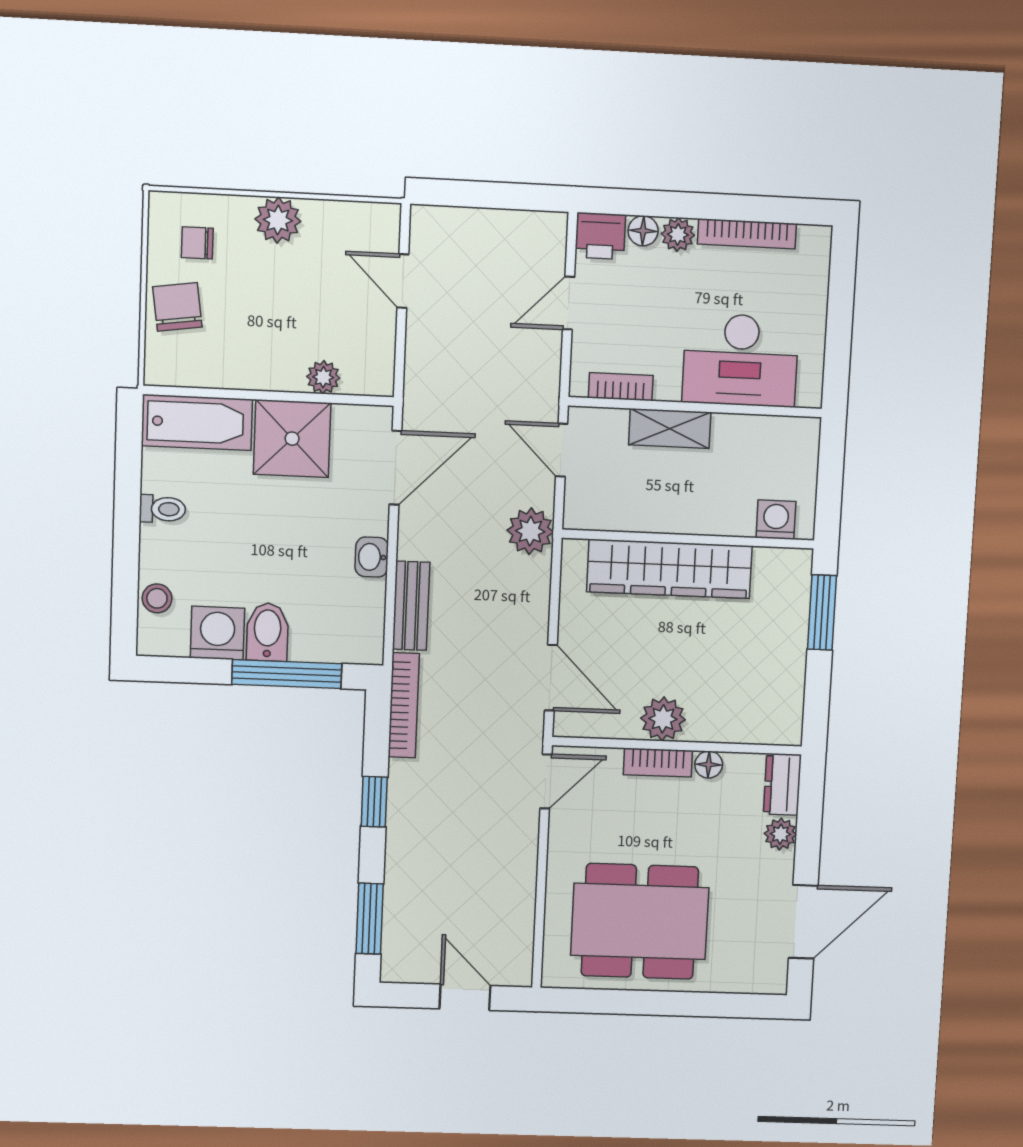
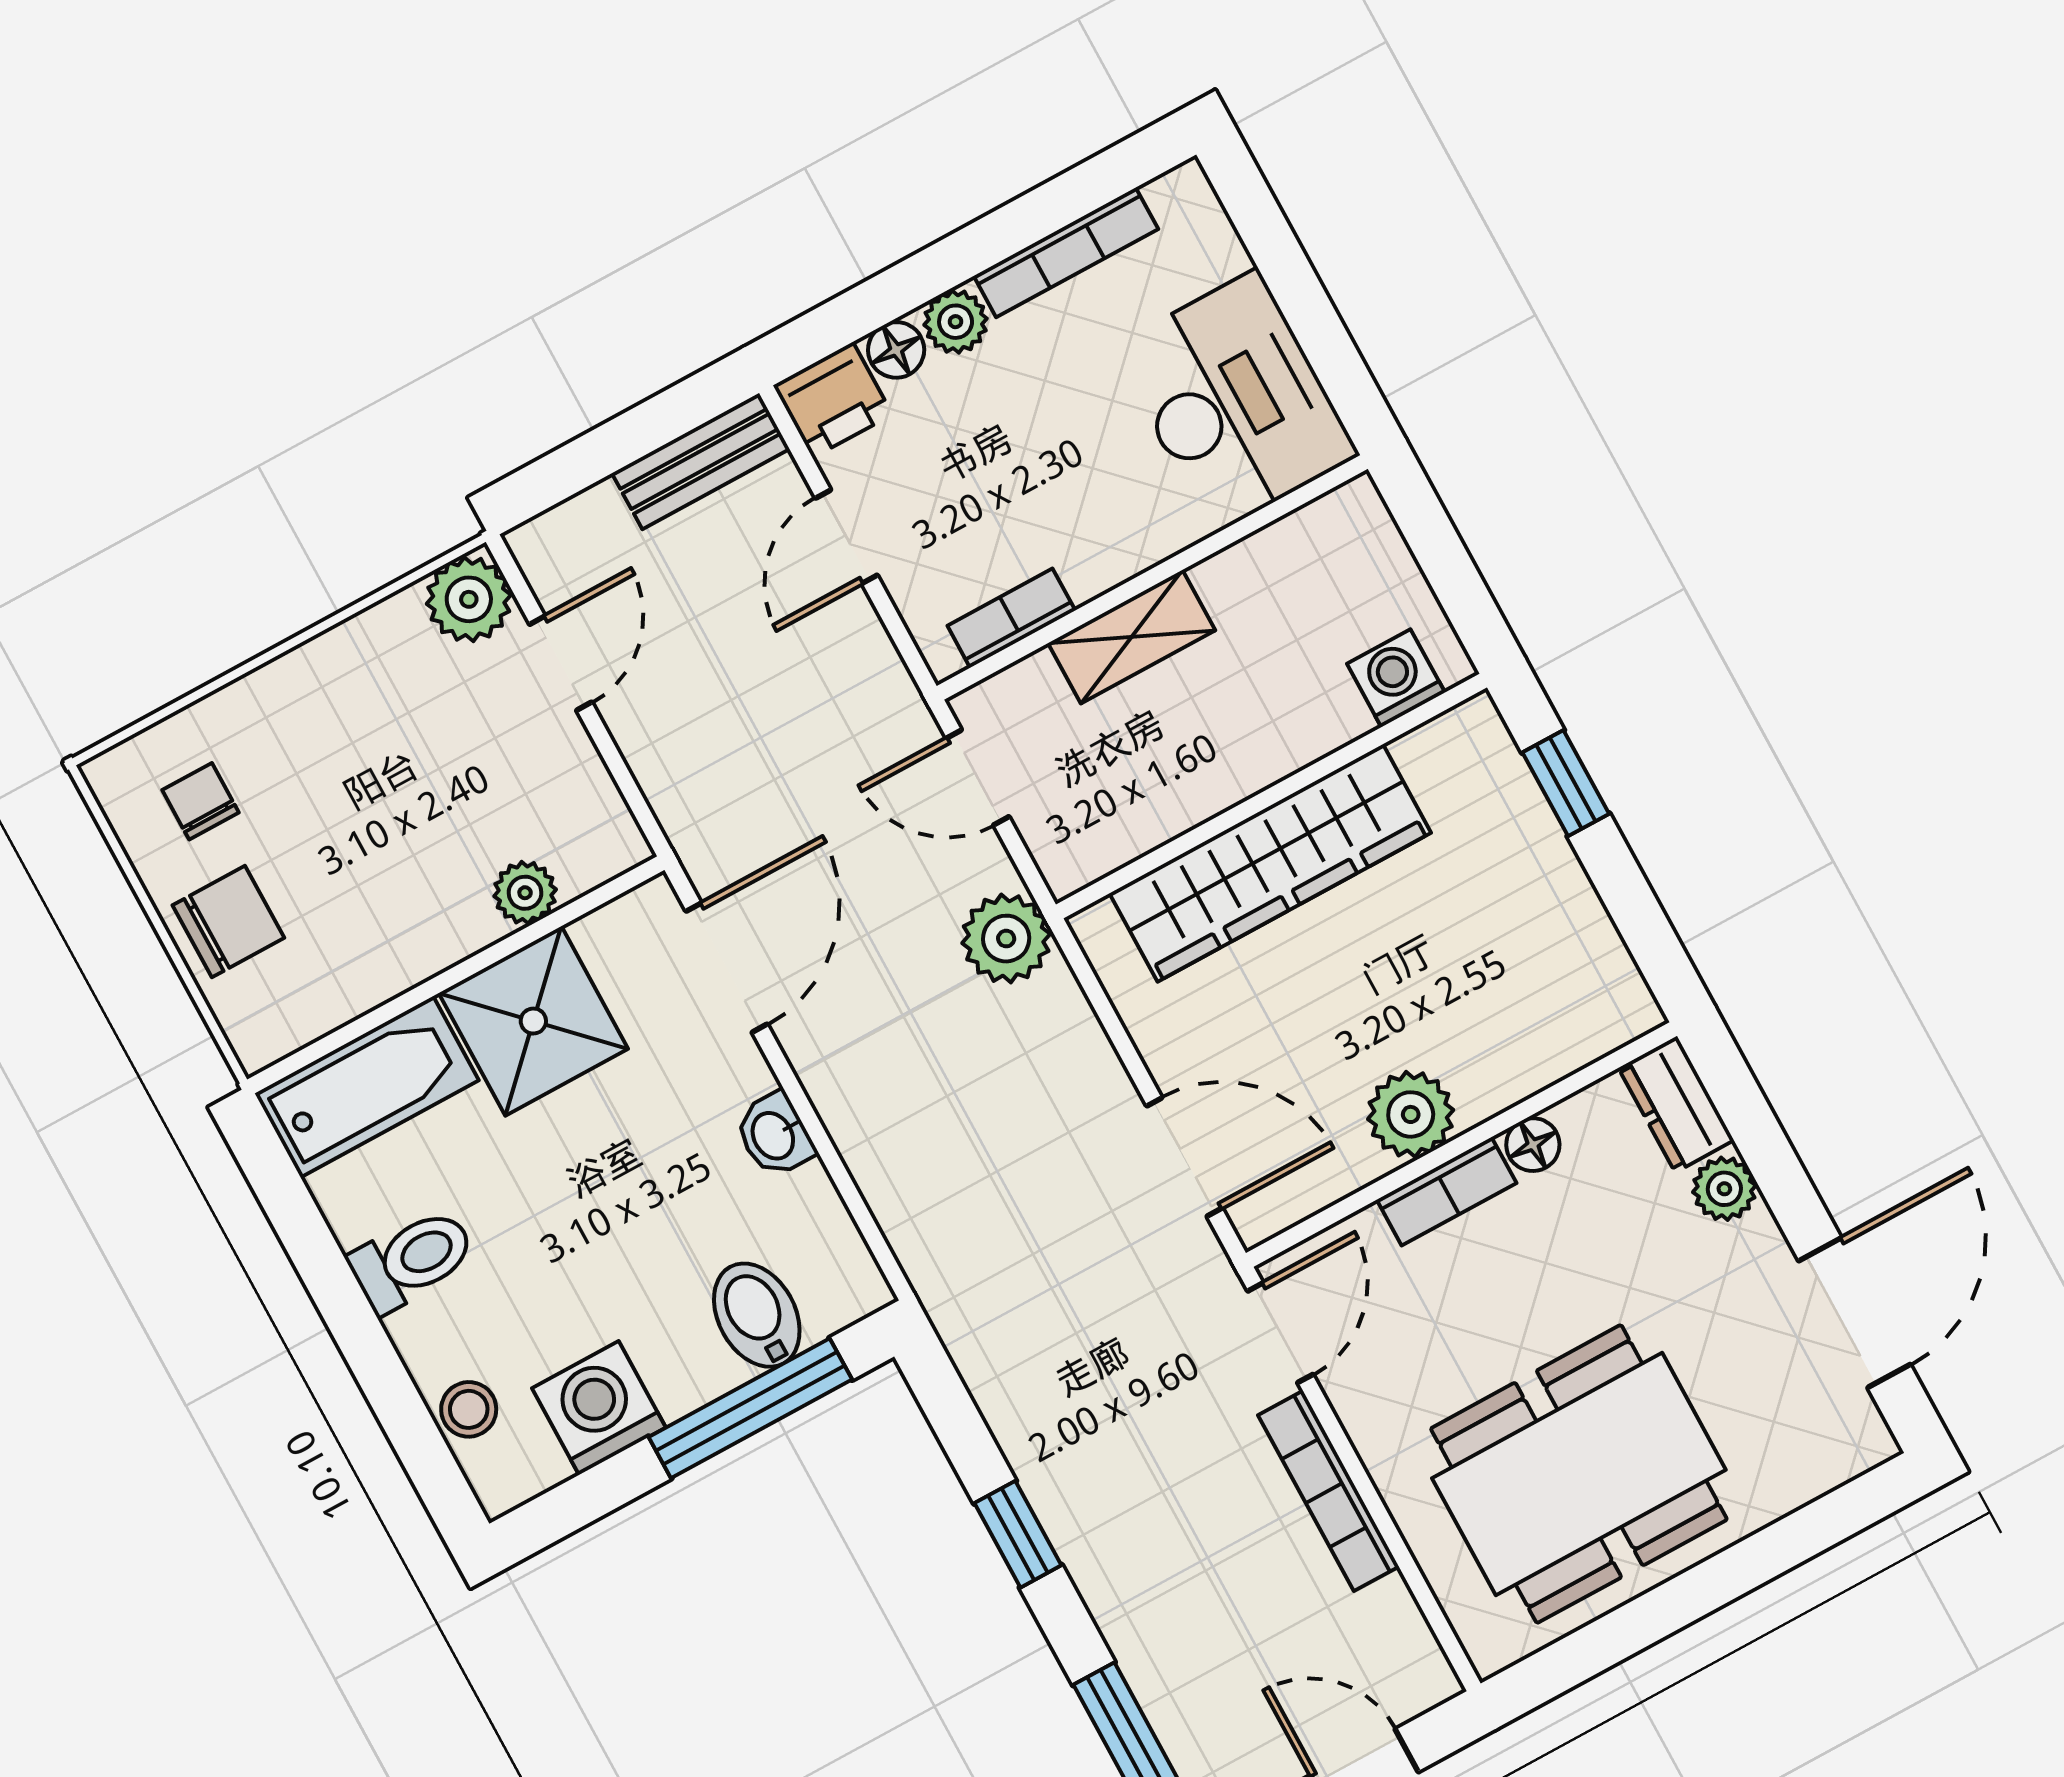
plant: (278, 220) -> (469, 599), moved
chair: (197, 243) -> (201, 801), turned 90
door: (403, 281) -> (561, 663), swing flipped
chair: (177, 307) -> (228, 922), turned 98
desk: (740, 360) -> (1235, 401), moved, turned -90
toilet: (162, 509) -> (412, 1260), width x1.37, depth x1.39
bench: (411, 606) -> (701, 461), moved, turned 90
window: (822, 613) -> (1566, 783), width x0.67
bidet: (267, 632) -> (757, 1315), moved
bookcase: (404, 705) -> (1328, 1491), moved, turned 180

